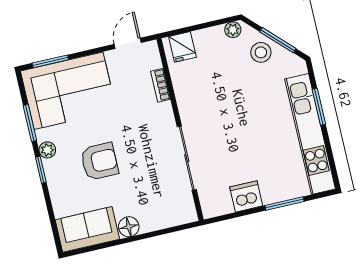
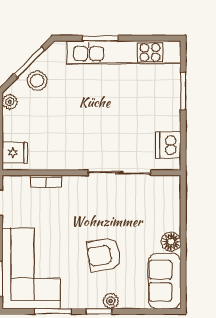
plant: (47, 150) -> (111, 301), moved
armchair: (99, 161) -> (104, 255), turned -99
dishwasher: (246, 196) -> (168, 145), moved

